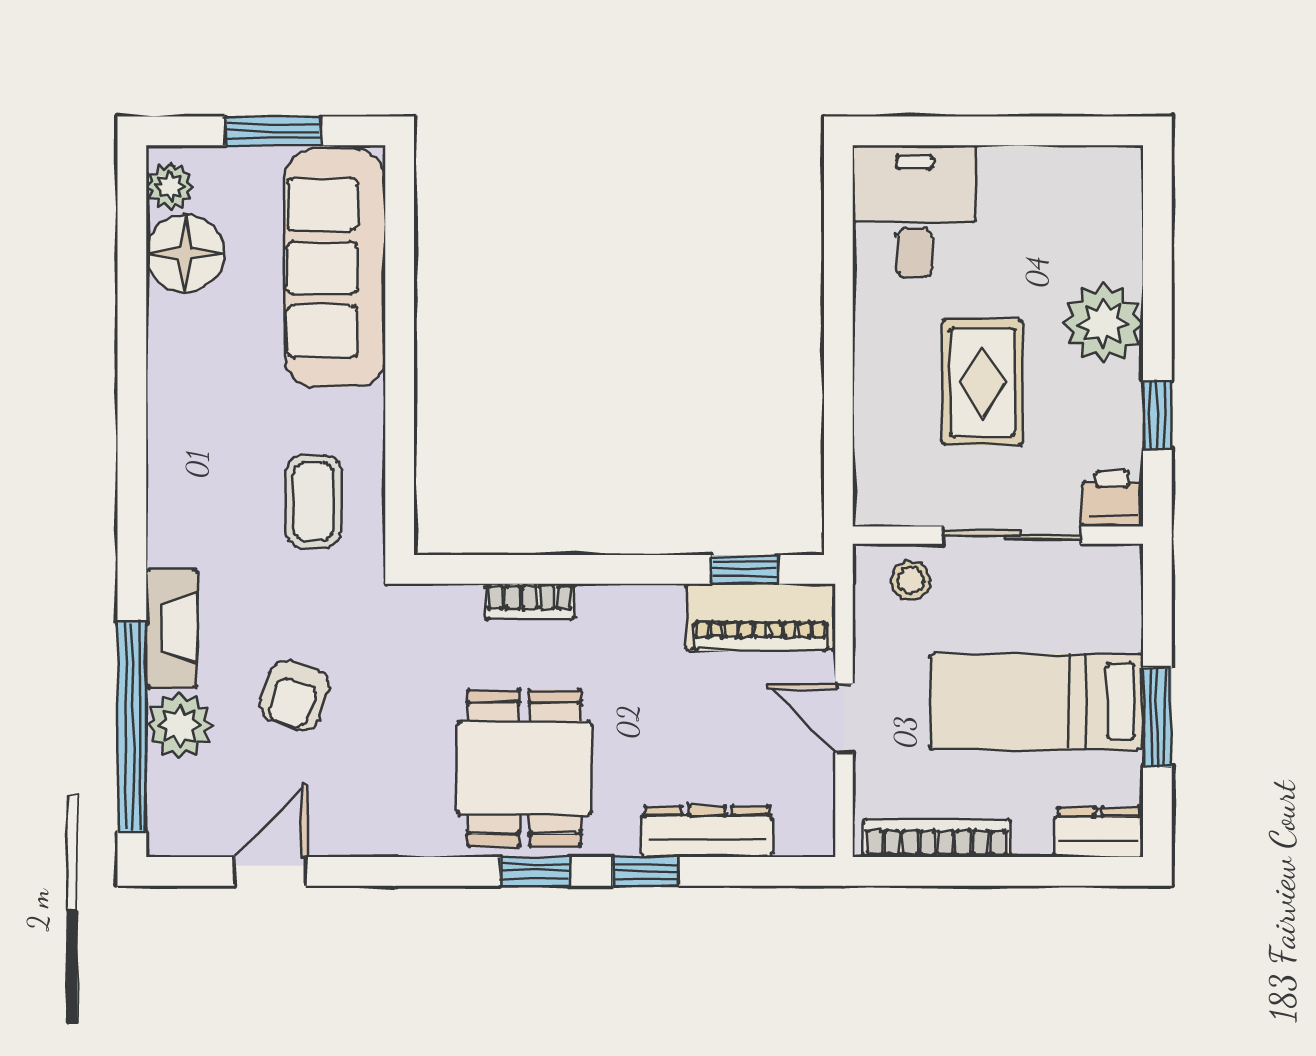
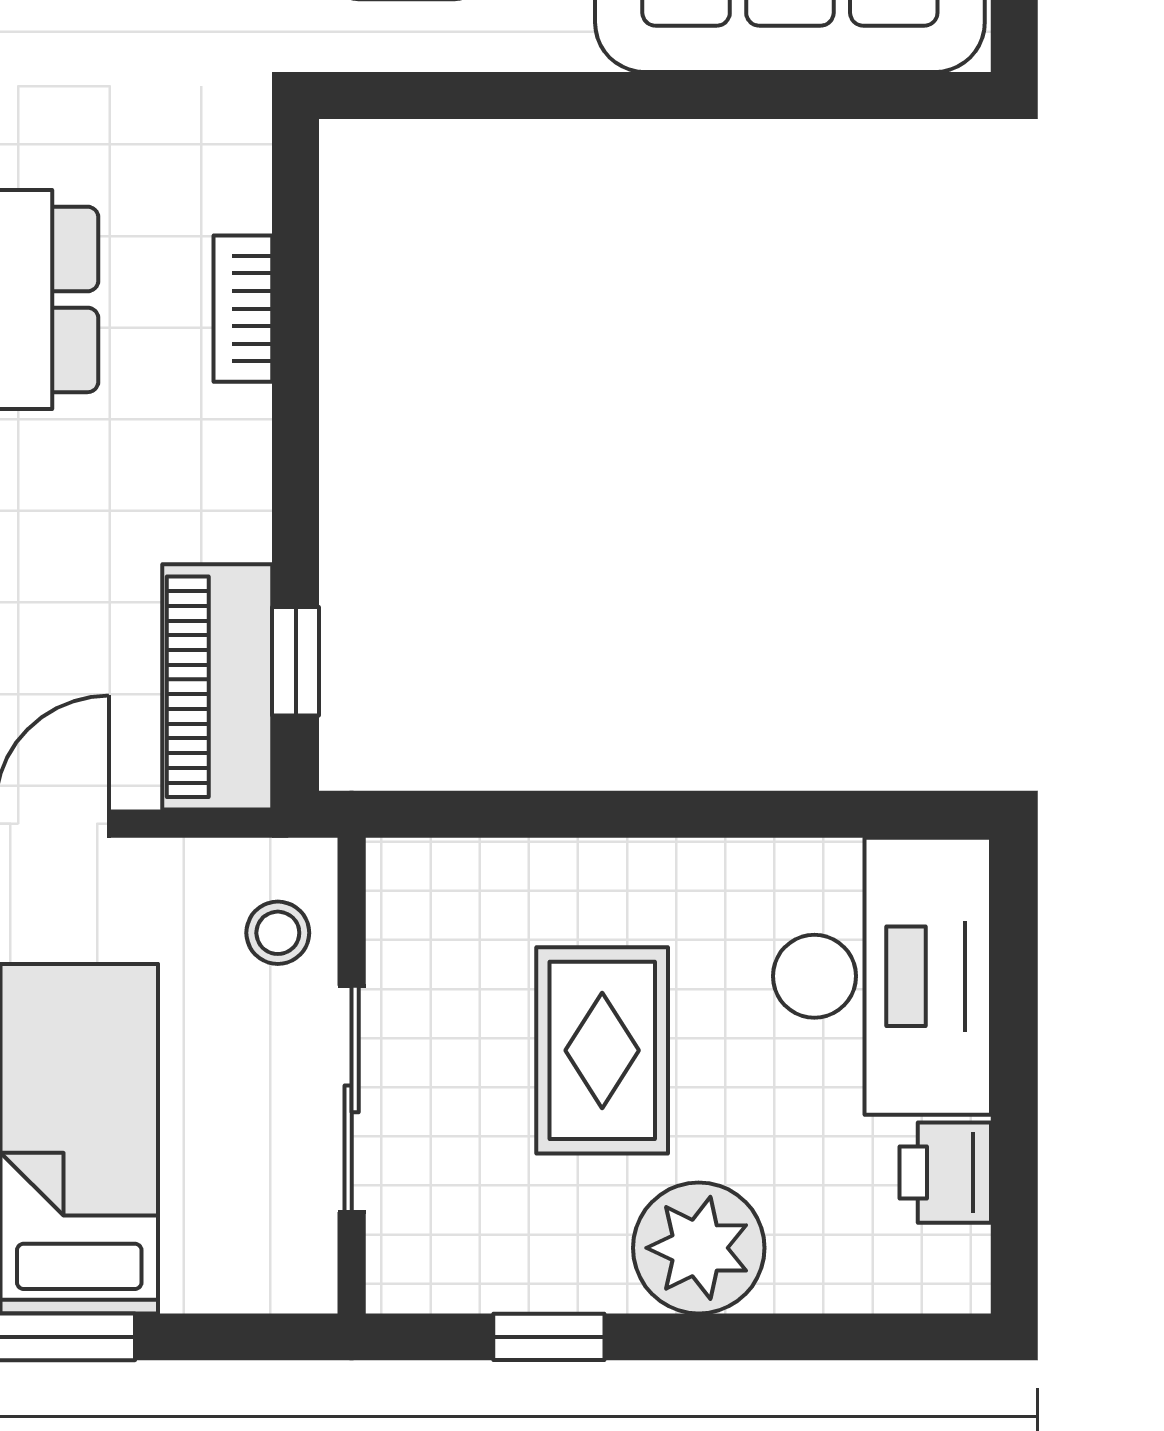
desk: (914, 212) -> (882, 976), width x1.37
rug: (982, 382) -> (602, 1050), turned 90
printer: (1112, 499) -> (945, 1173), moved, turned 180

